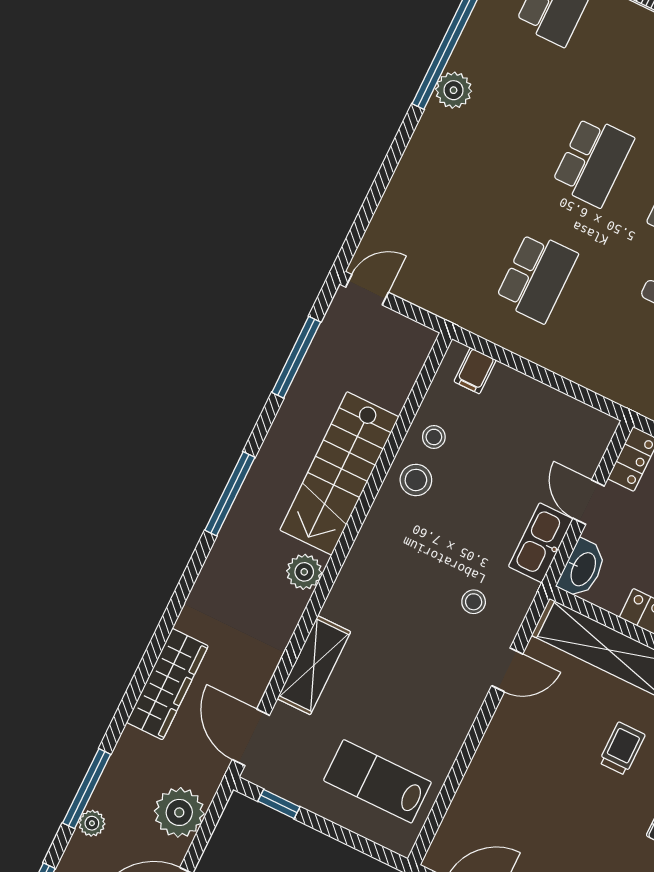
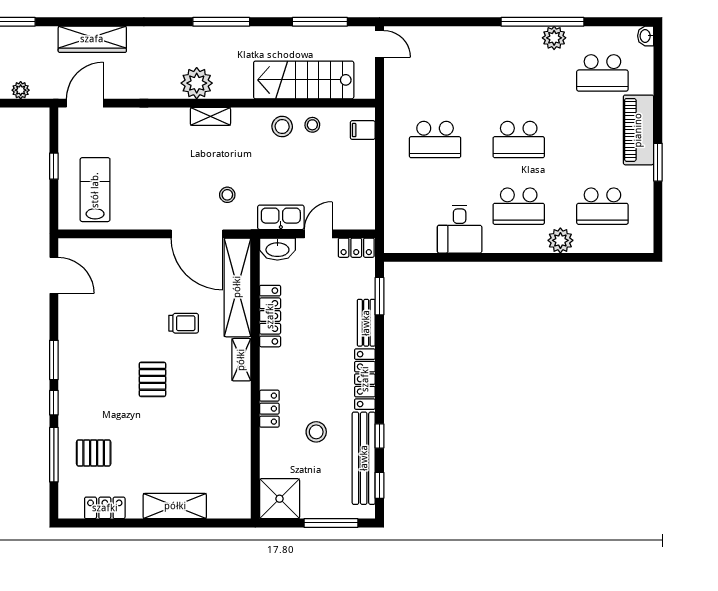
plant: (454, 90) -> (554, 38), moved
stairs: (339, 473) -> (304, 80), moved
plant: (304, 572) -> (197, 83), width x1.36, depth x1.36
shelving: (314, 665) -> (210, 116), moved, width x0.67, depth x0.75
door: (507, 670) -> (197, 234), width x1.88
window: (279, 804) -> (54, 166), moved
plant: (179, 812) -> (21, 90), width x0.53, depth x0.53

